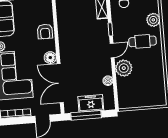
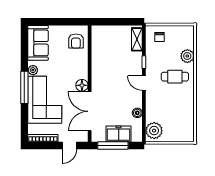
armchair: (45, 32) -> (76, 41), moved
door: (112, 50) -> (144, 83), swing flipped
plant: (124, 68) -> (154, 131), moved

